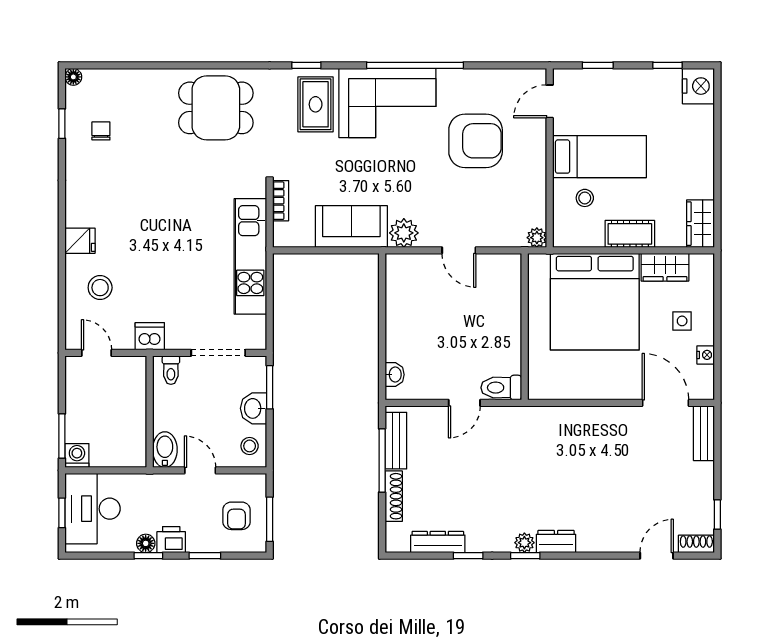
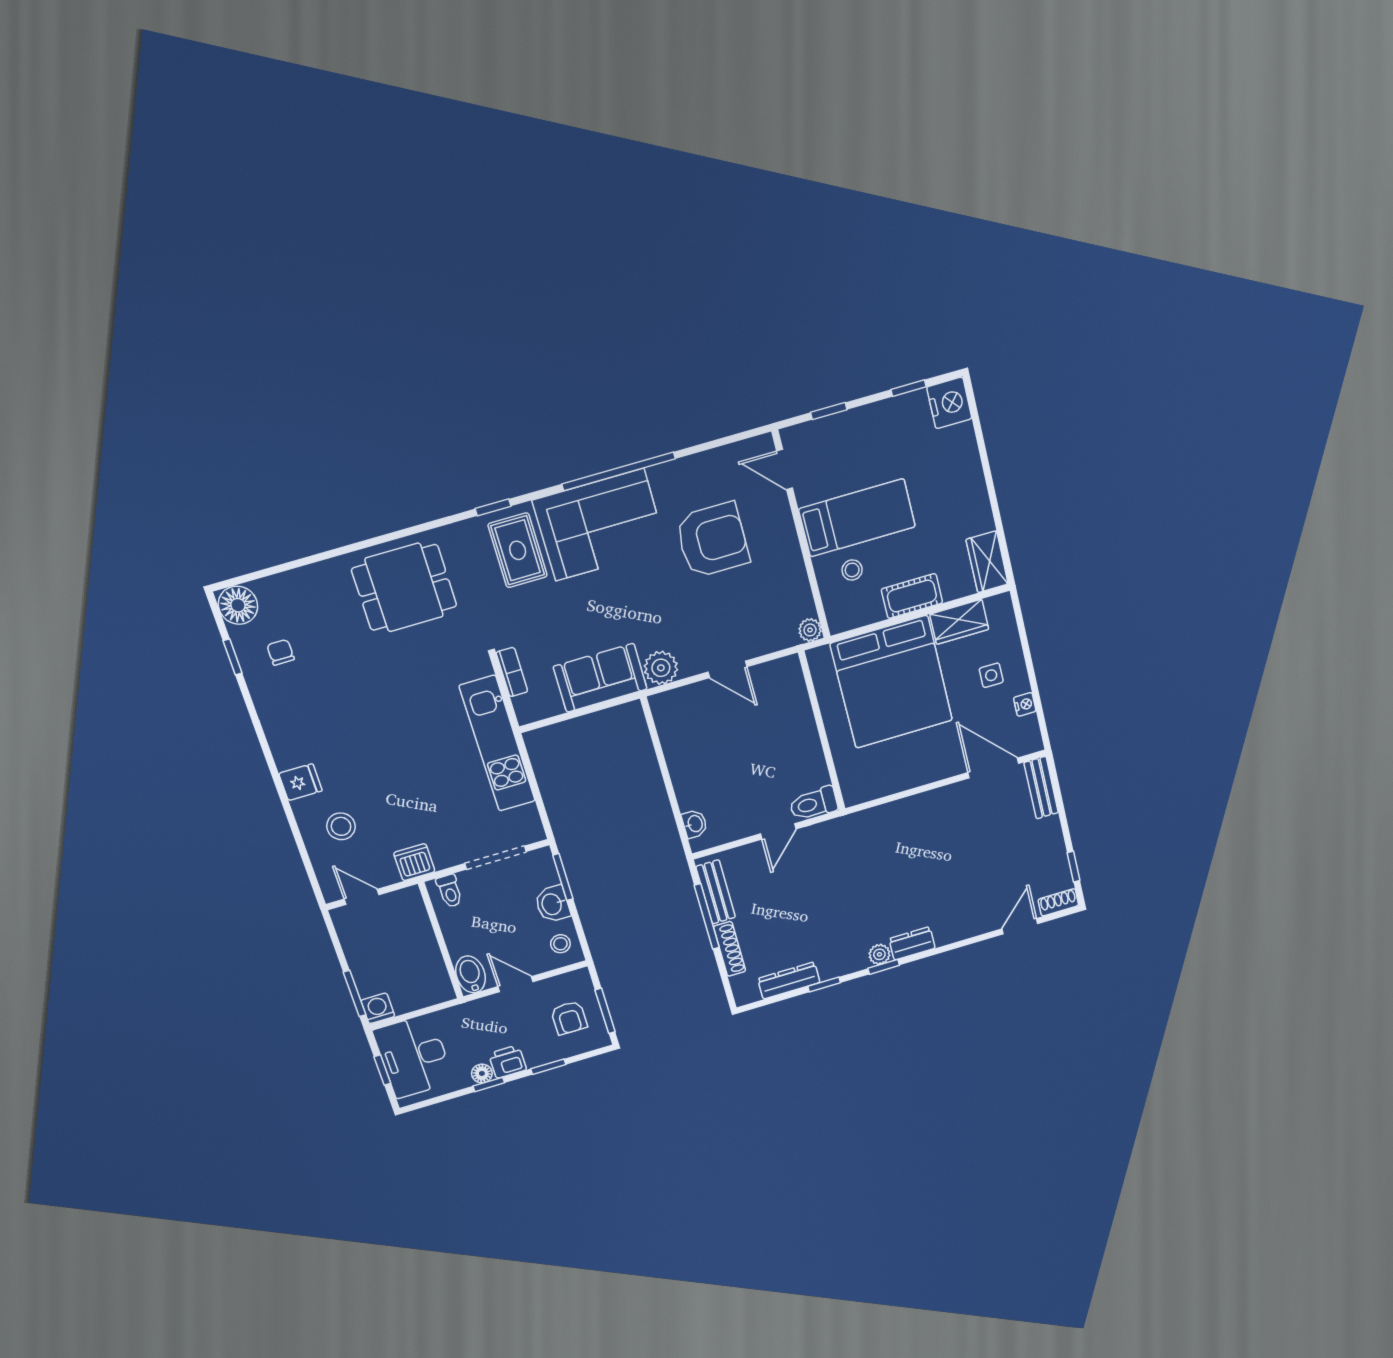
floor lamp: (73, 77) -> (238, 605), width x1.89, depth x1.89
door: (550, 101) -> (785, 470), hinge flipped

